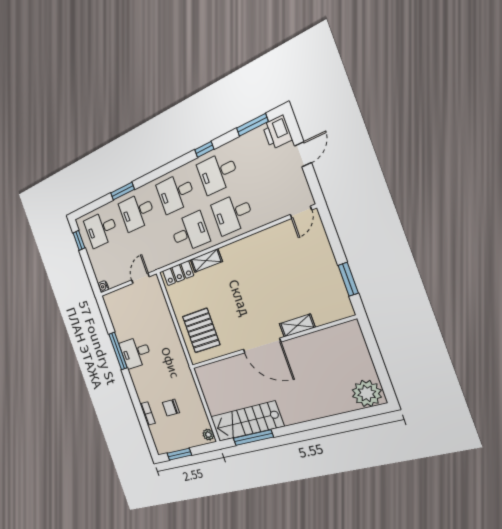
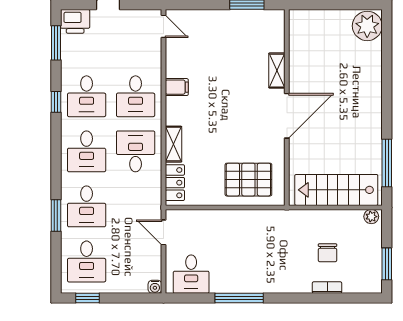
filing cabinet: (252, 245) -> (177, 87), added
desk: (136, 352) -> (191, 274), moved
stairs: (246, 421) -> (336, 190), moved, turned 90

